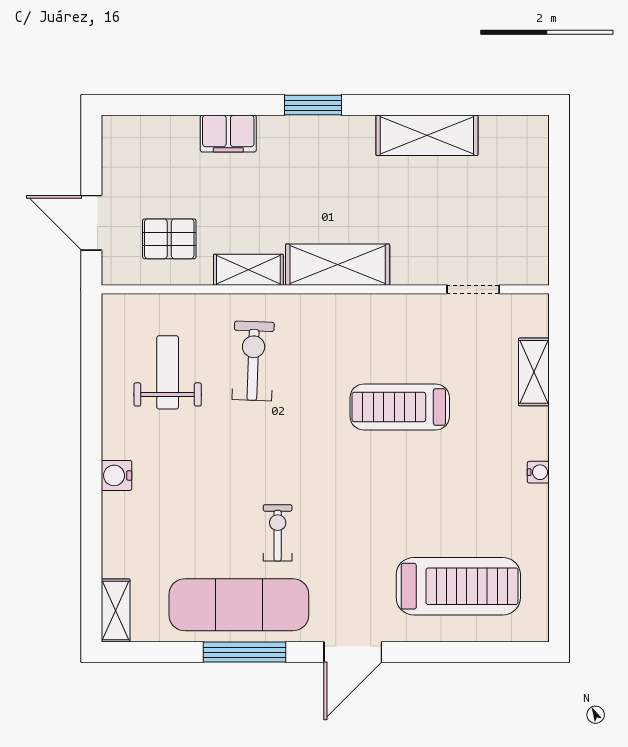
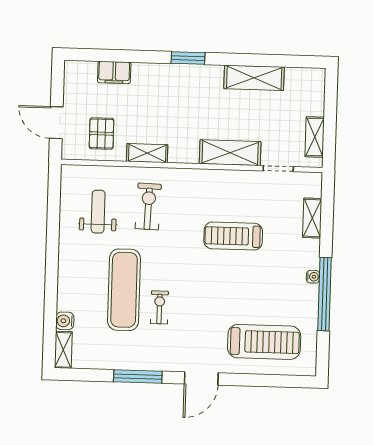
filing cabinet: (228, 134) -> (114, 72), moved
shelving: (534, 233) -> (315, 137), added
pallet: (169, 239) -> (102, 134), turned 90
shelving: (338, 265) -> (230, 153), moved
water cooler: (116, 475) -> (65, 321), moved
window: (559, 501) -> (325, 294), added
exercise mat: (239, 605) -> (124, 290), moved, turned 90

